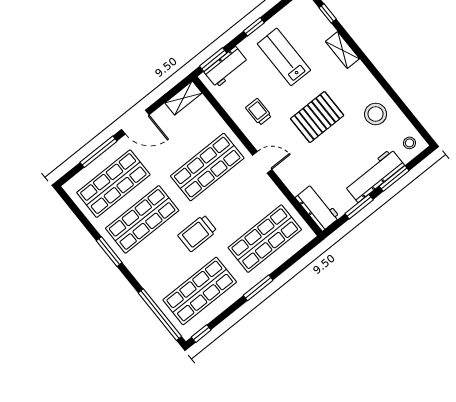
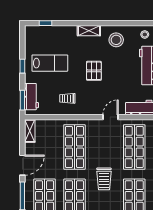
shelving: (342, 50) -> (89, 31), moved
lab bench: (284, 57) -> (50, 63), turned 180
pallet: (317, 117) -> (94, 71), width x0.67, depth x0.71
door: (262, 162) -> (110, 117), moved

